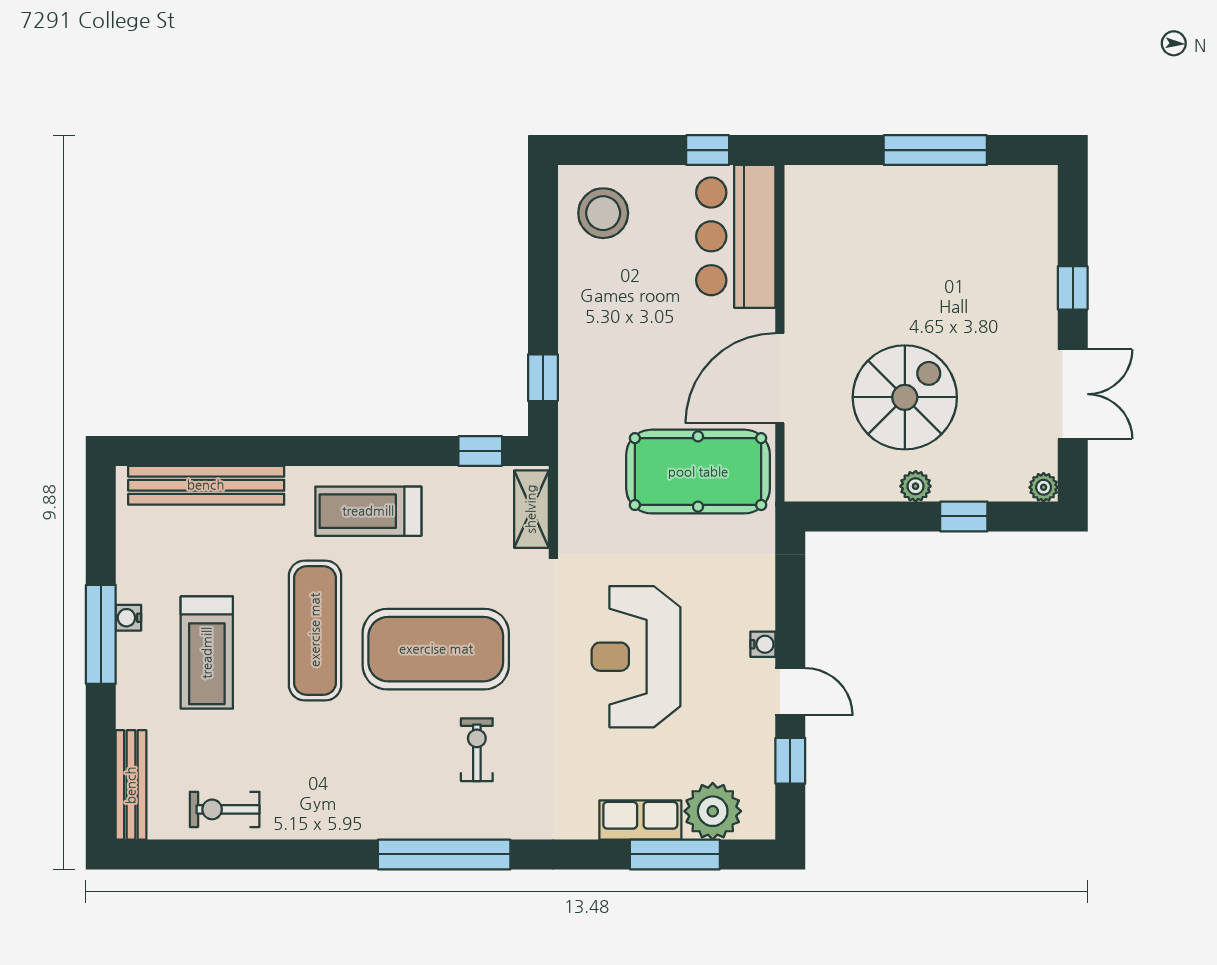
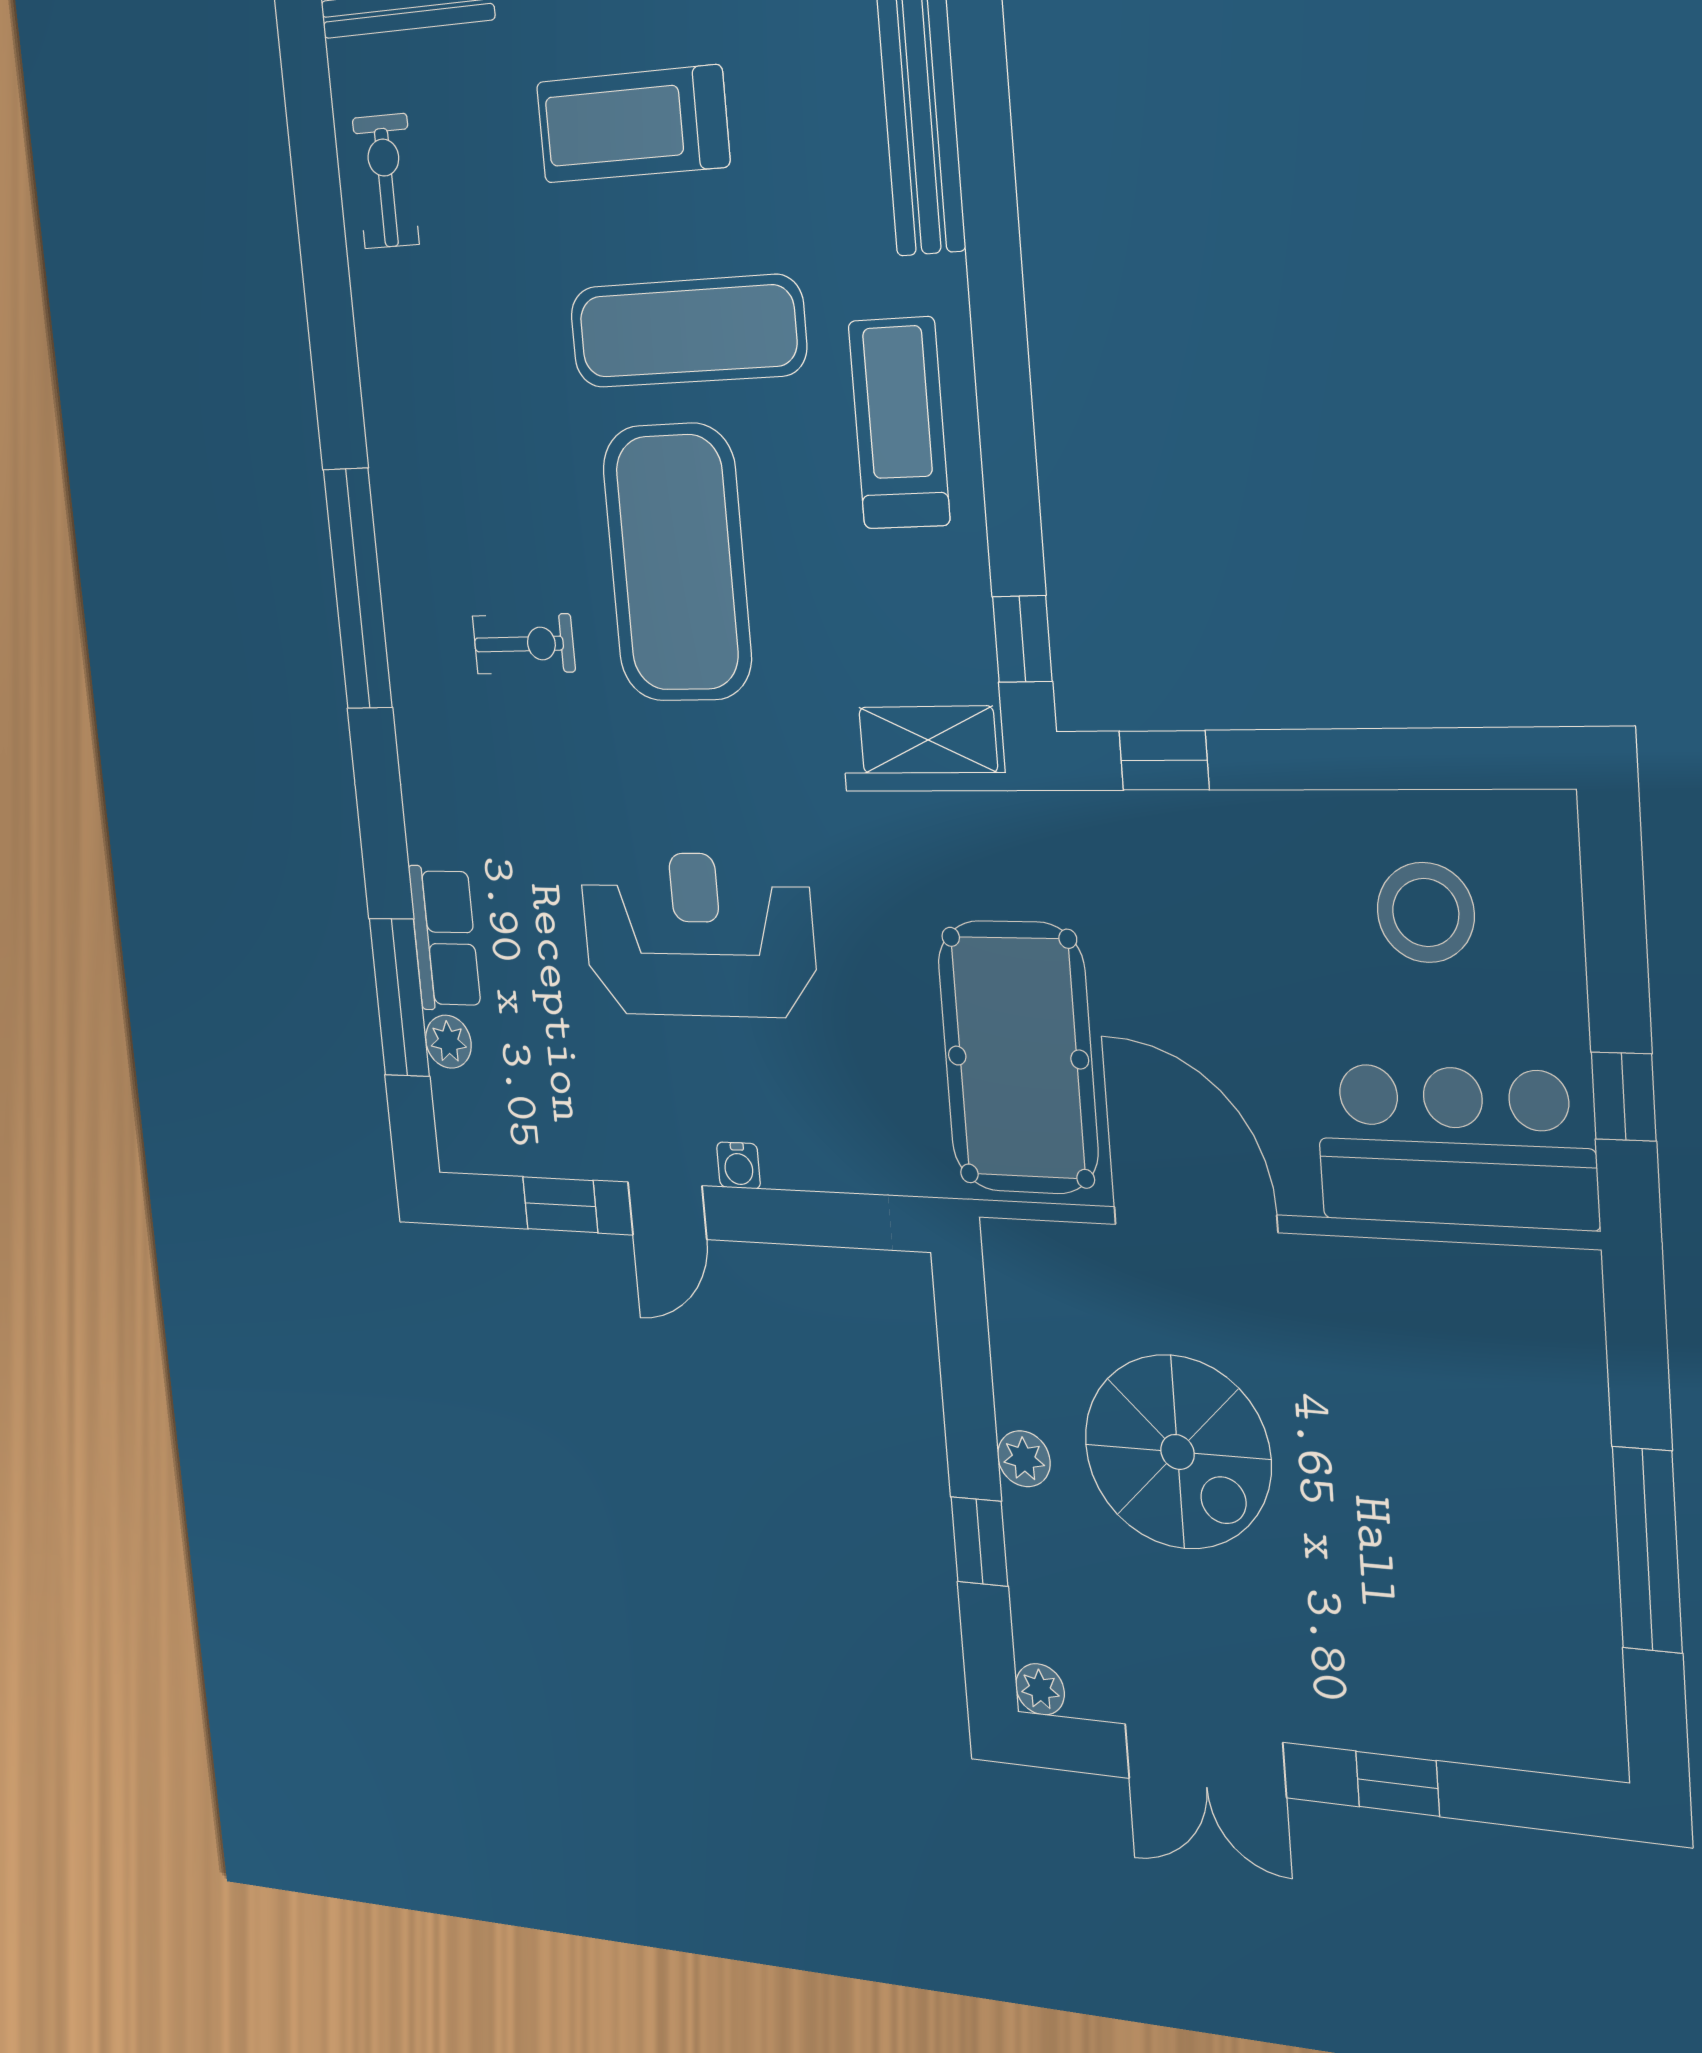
stool: (603, 213) -> (1426, 913), moved
plant: (713, 811) -> (448, 1042), width x0.53, depth x0.53

